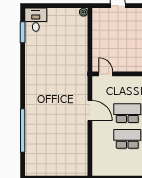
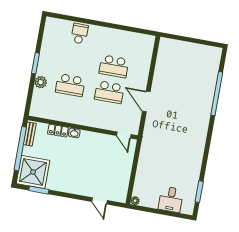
desk: (36, 20) -> (171, 199), moved

